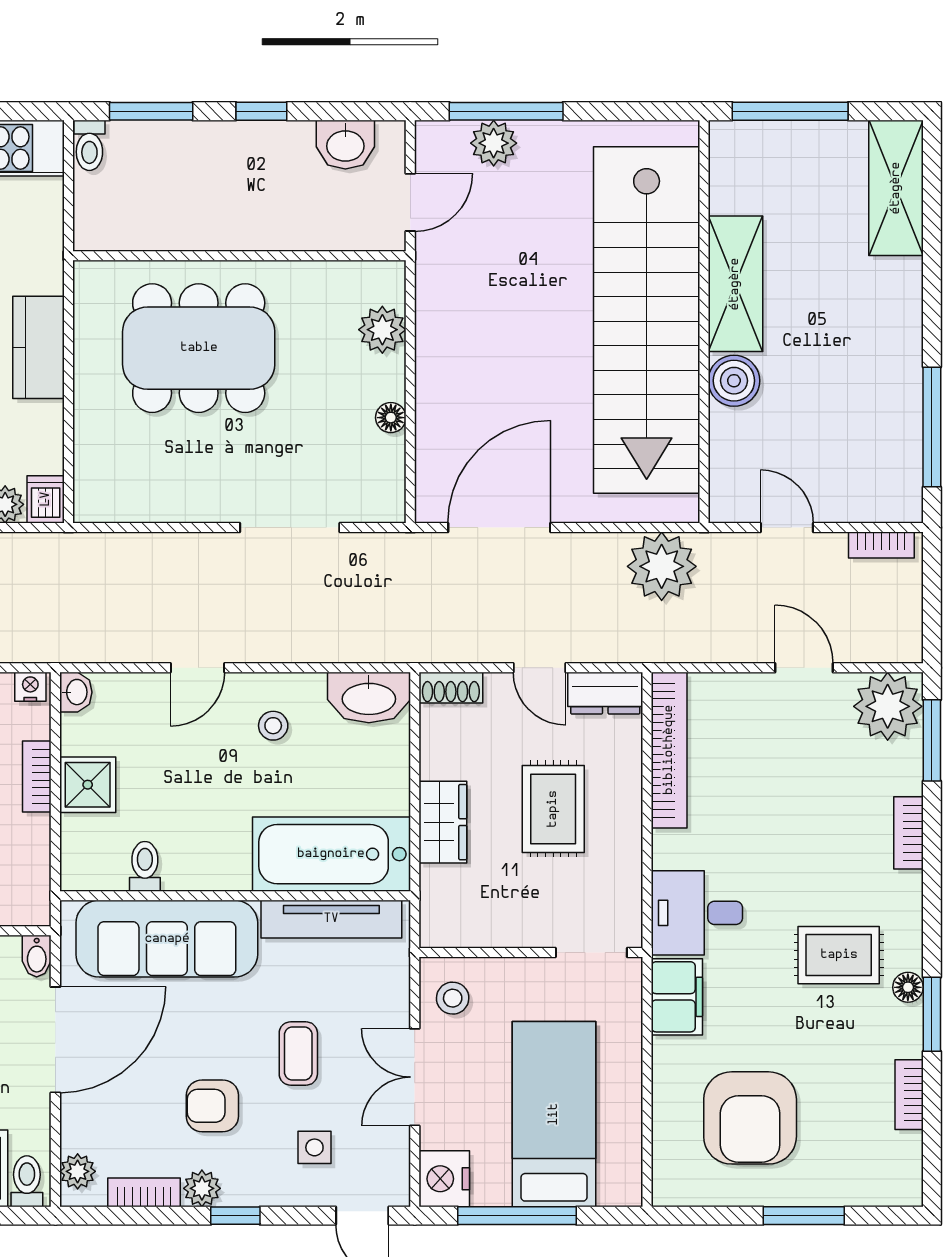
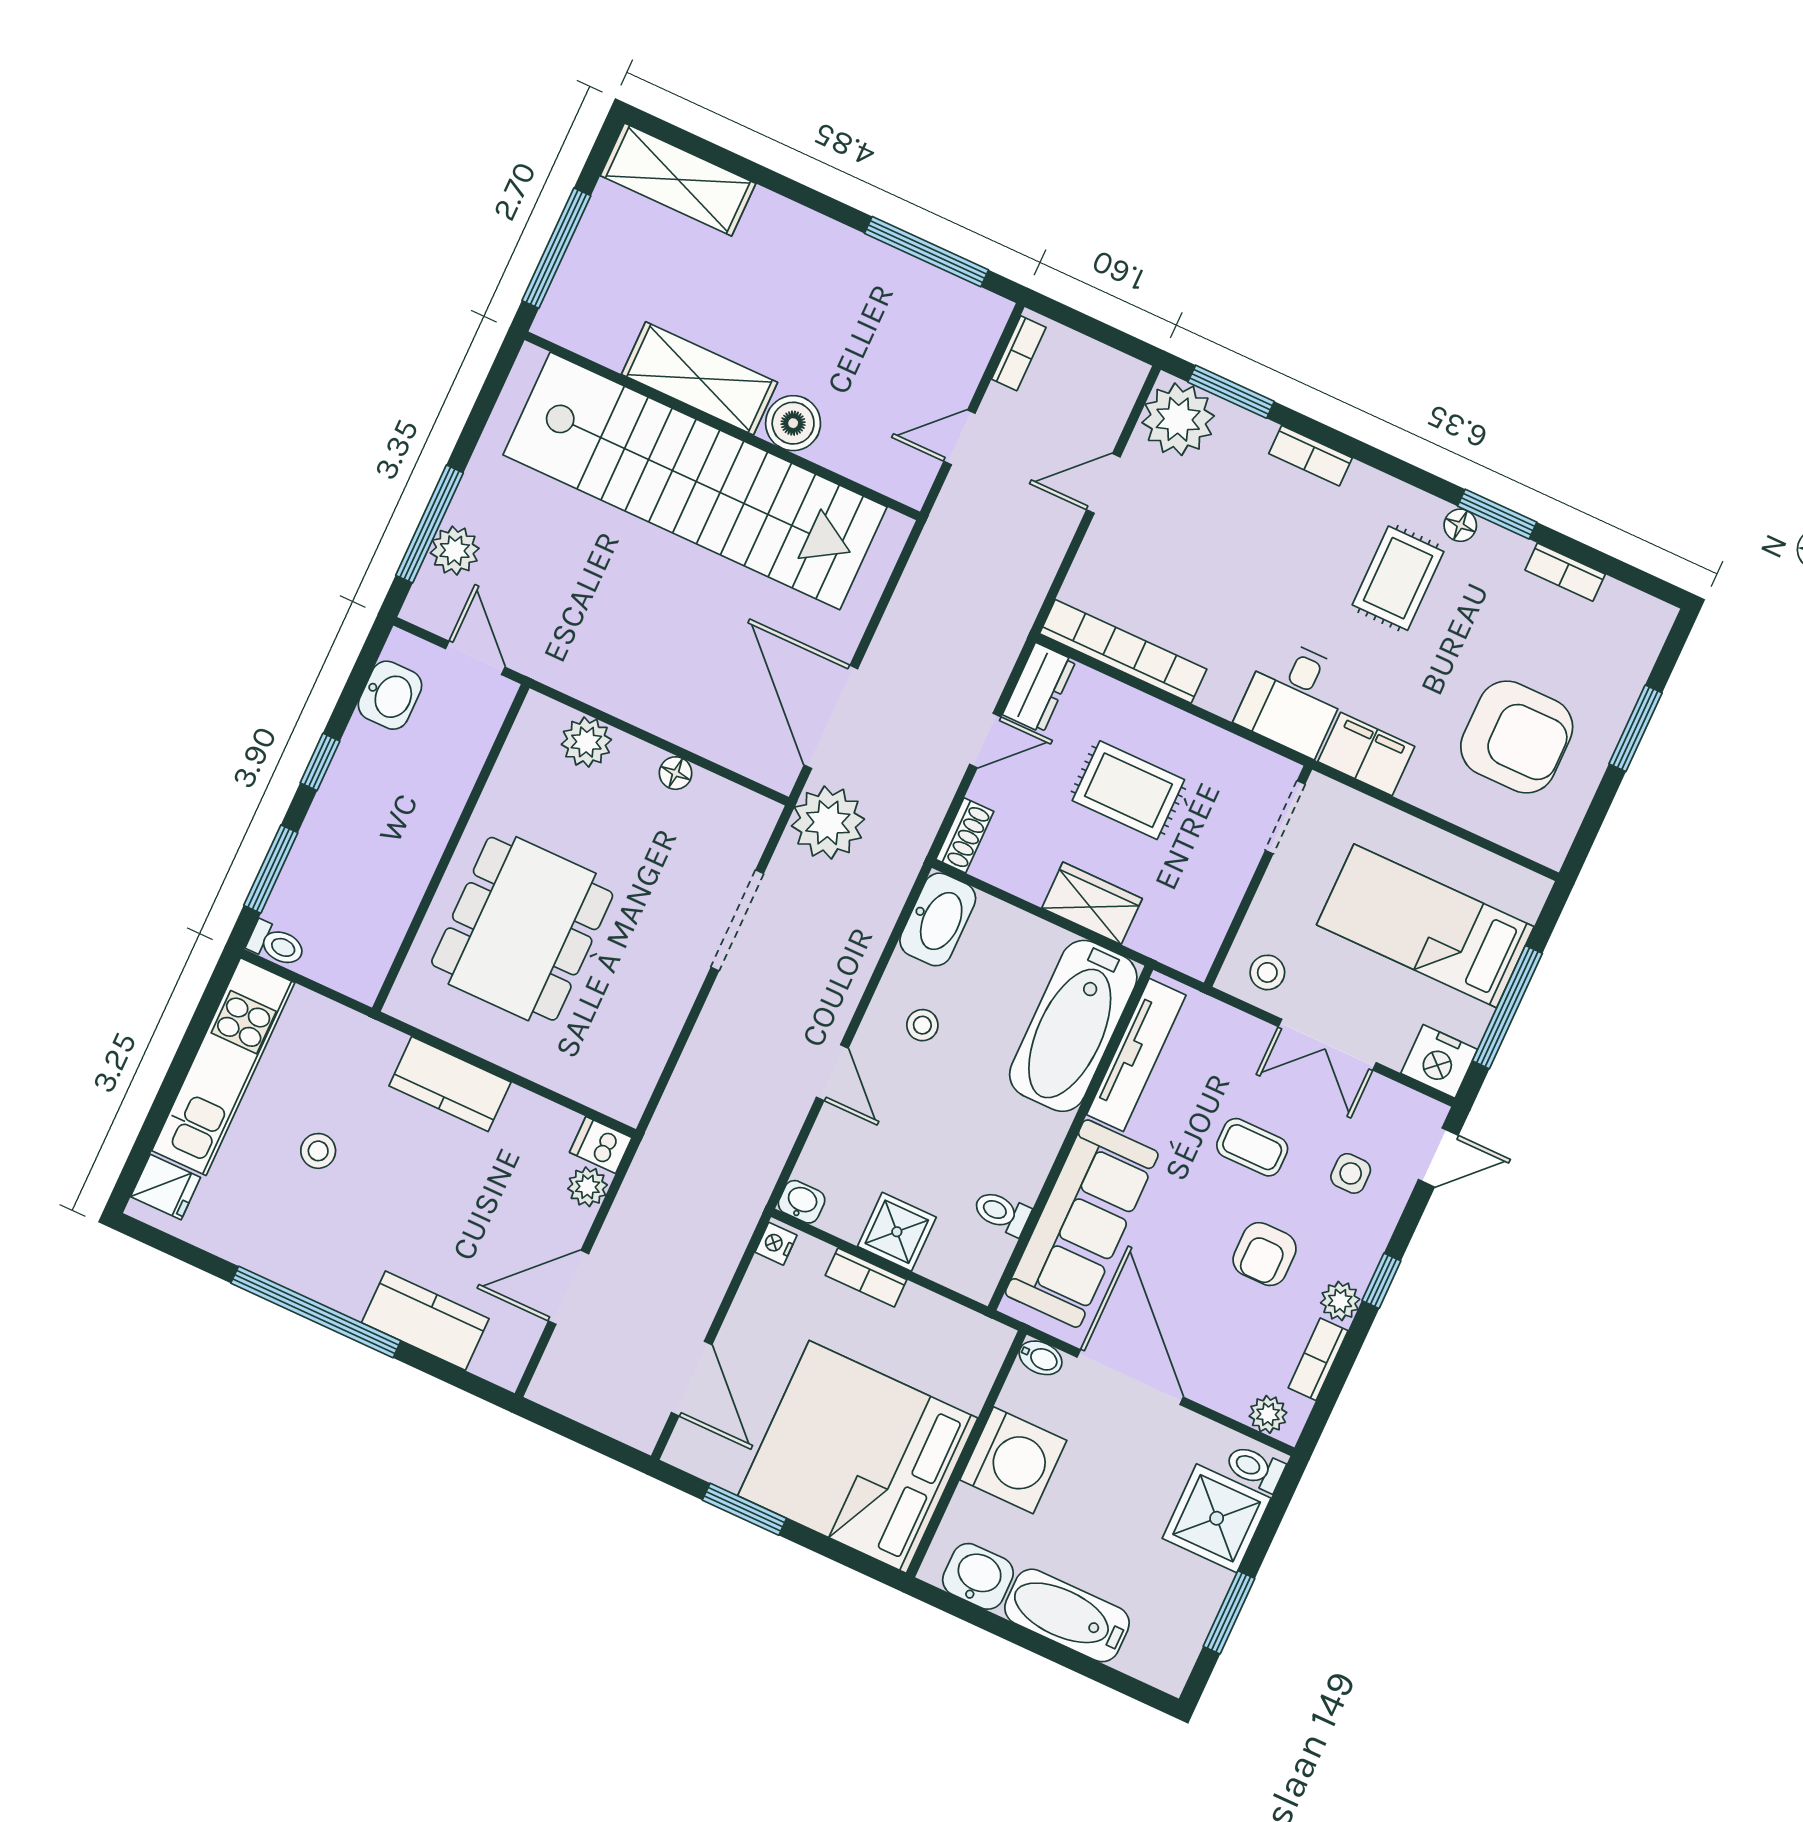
plant: (662, 566) -> (828, 823), moved

